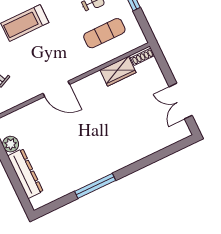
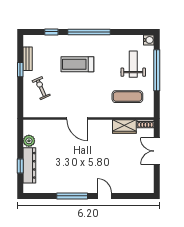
double door: (181, 101) -> (157, 151), moved
door: (134, 167) -> (104, 196), added
window: (15, 180) -> (20, 166), added

